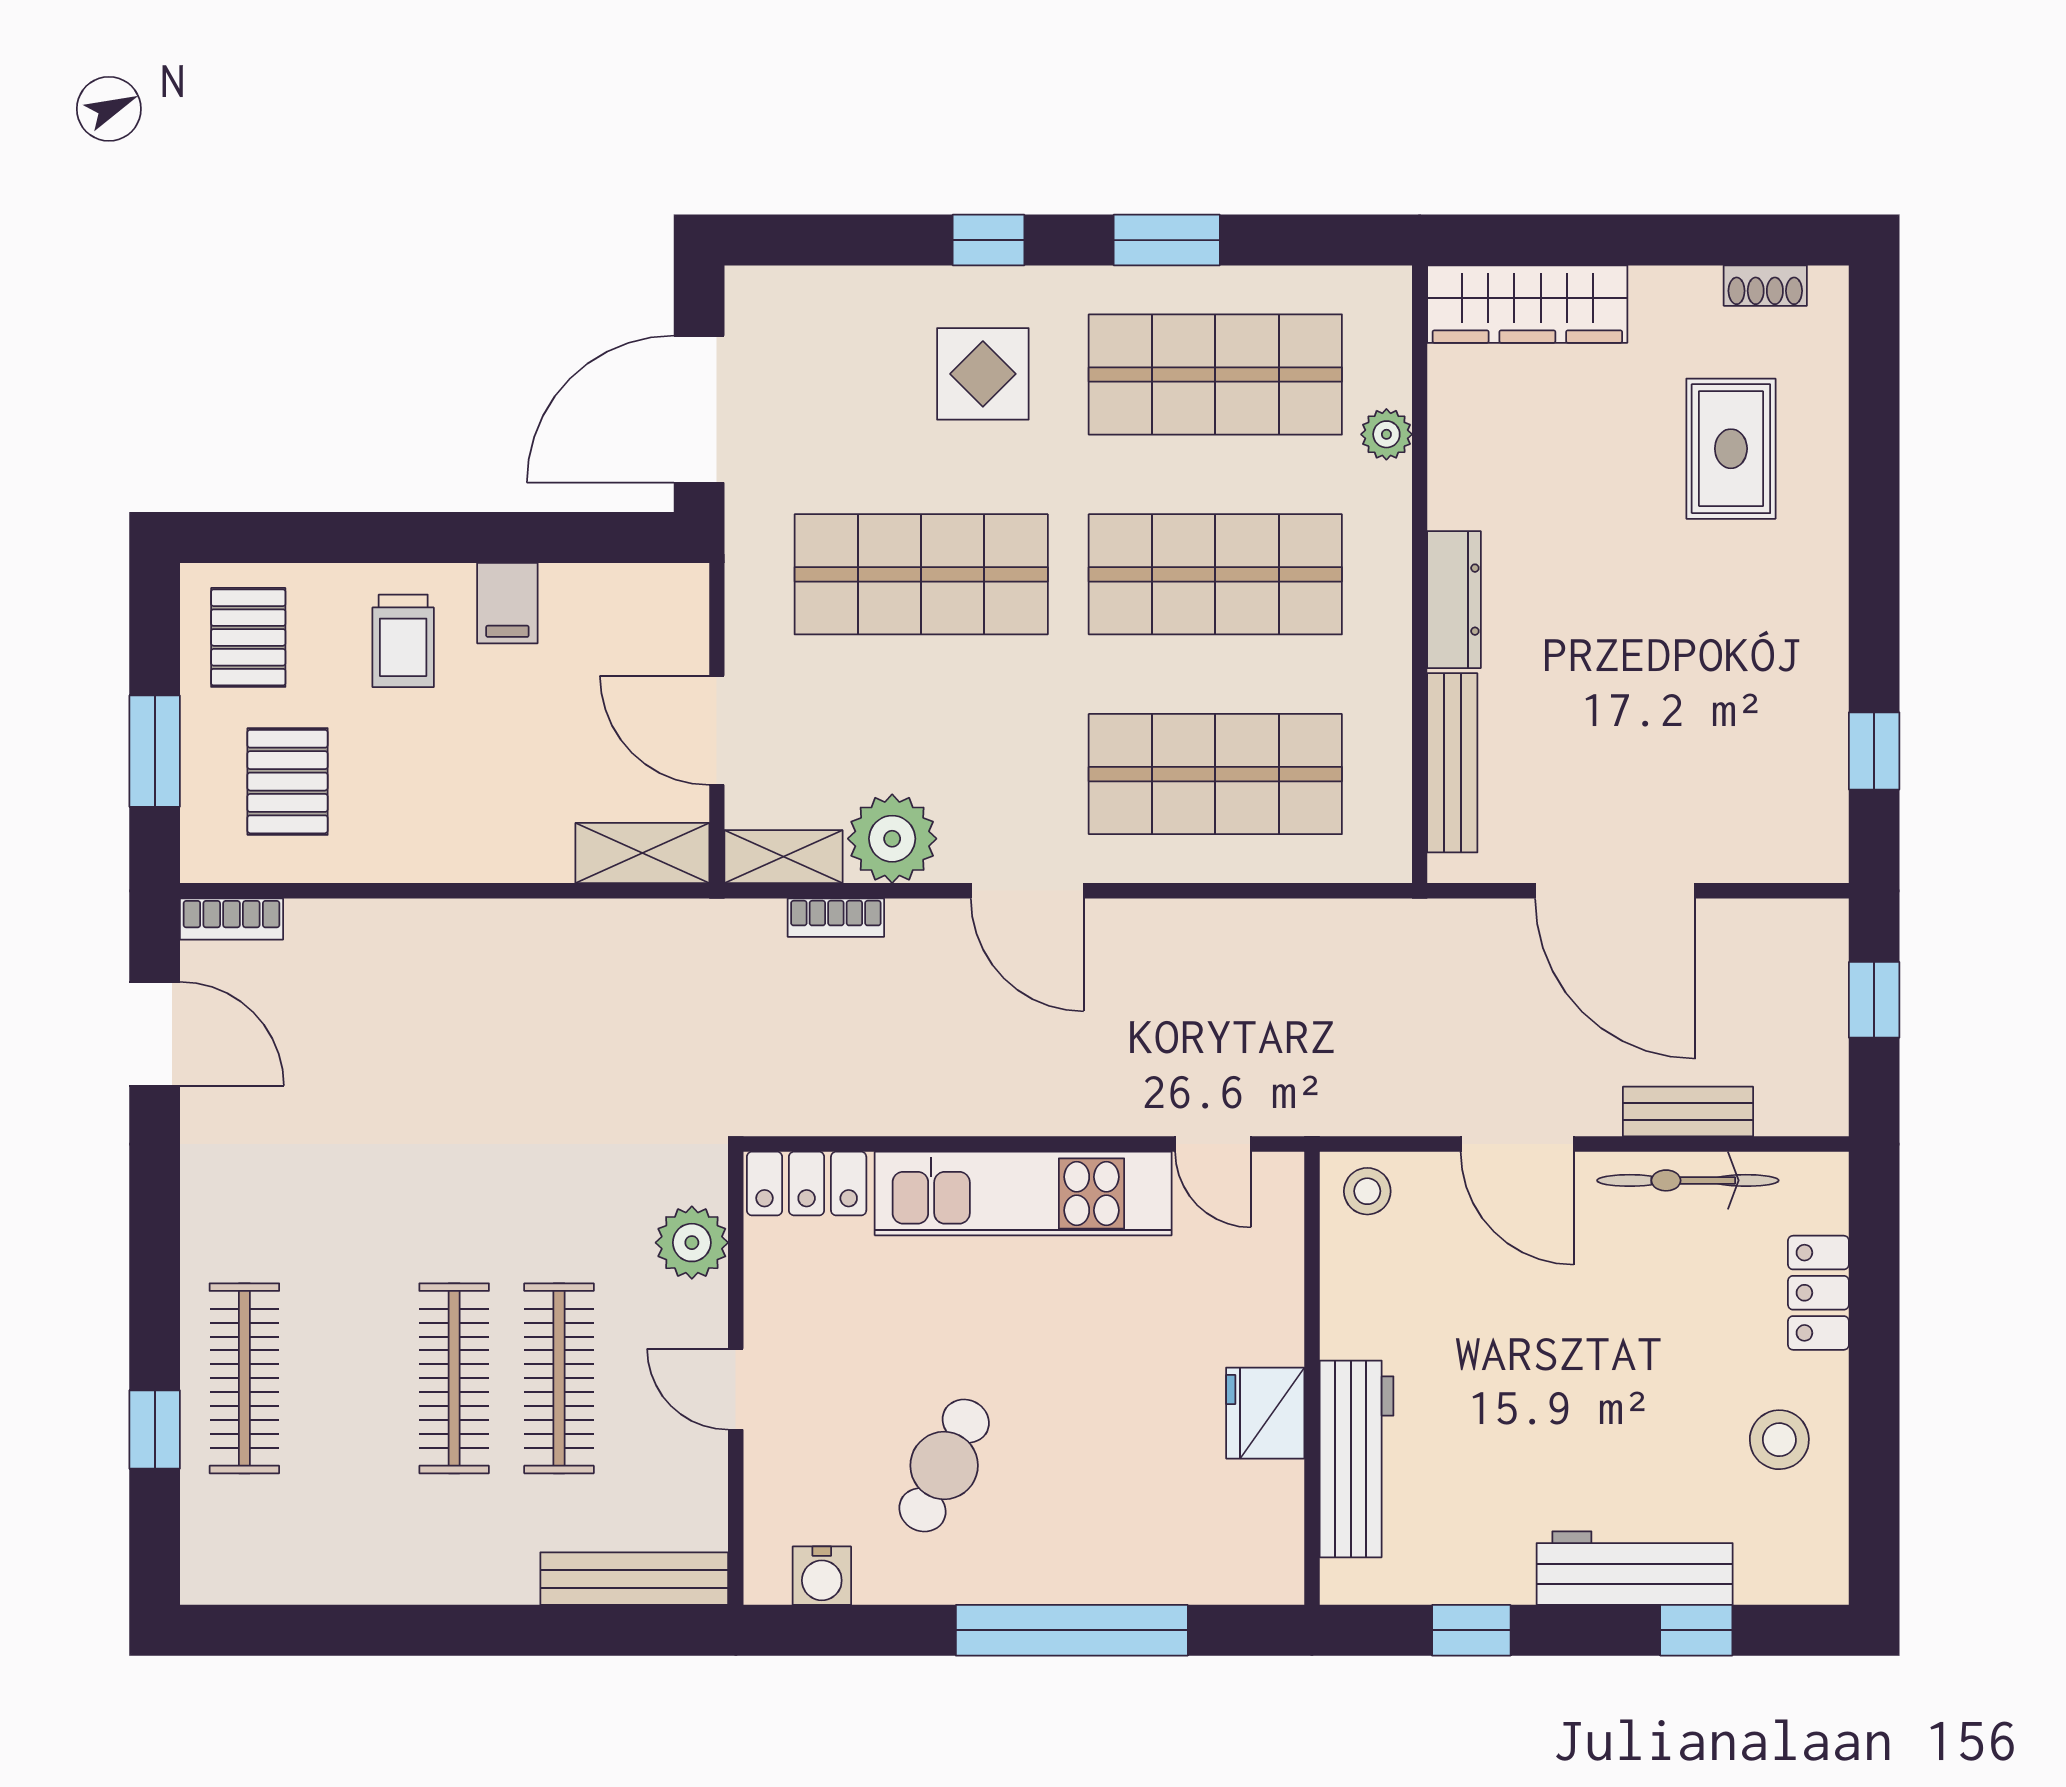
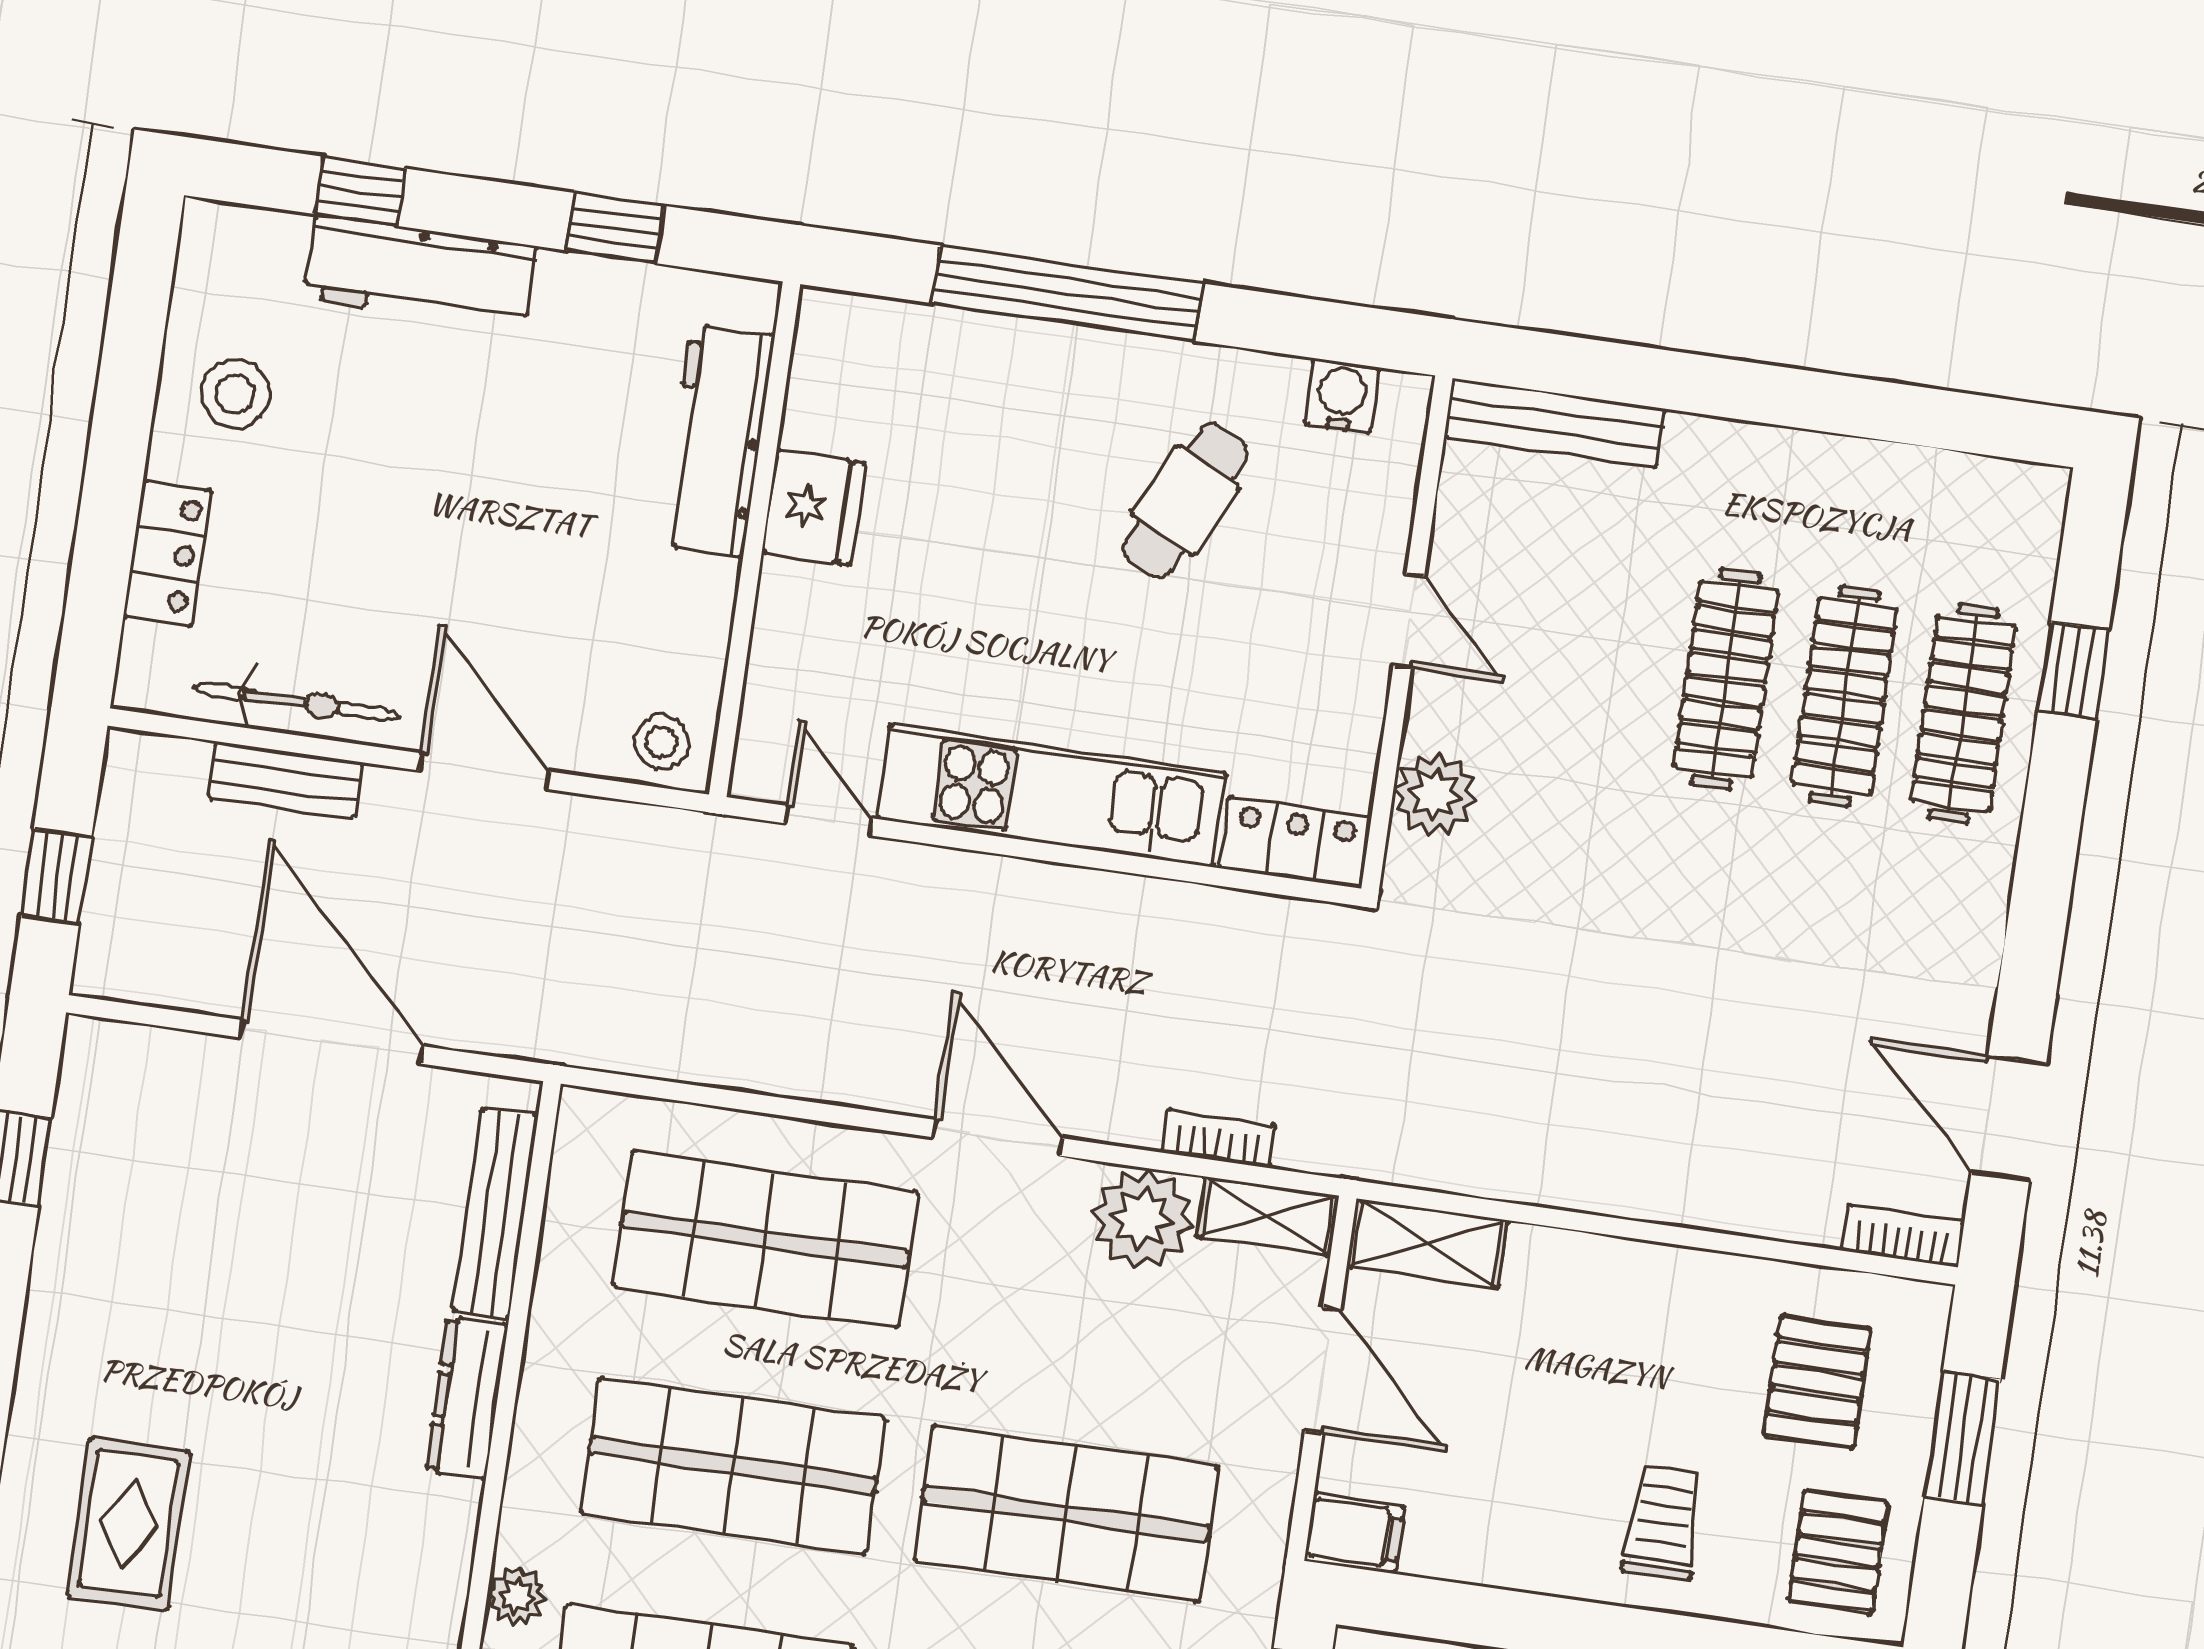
filing cabinet: (507, 603) -> (1355, 1533), moved, turned 90
clothes rail: (559, 1378) -> (1845, 696), moved

